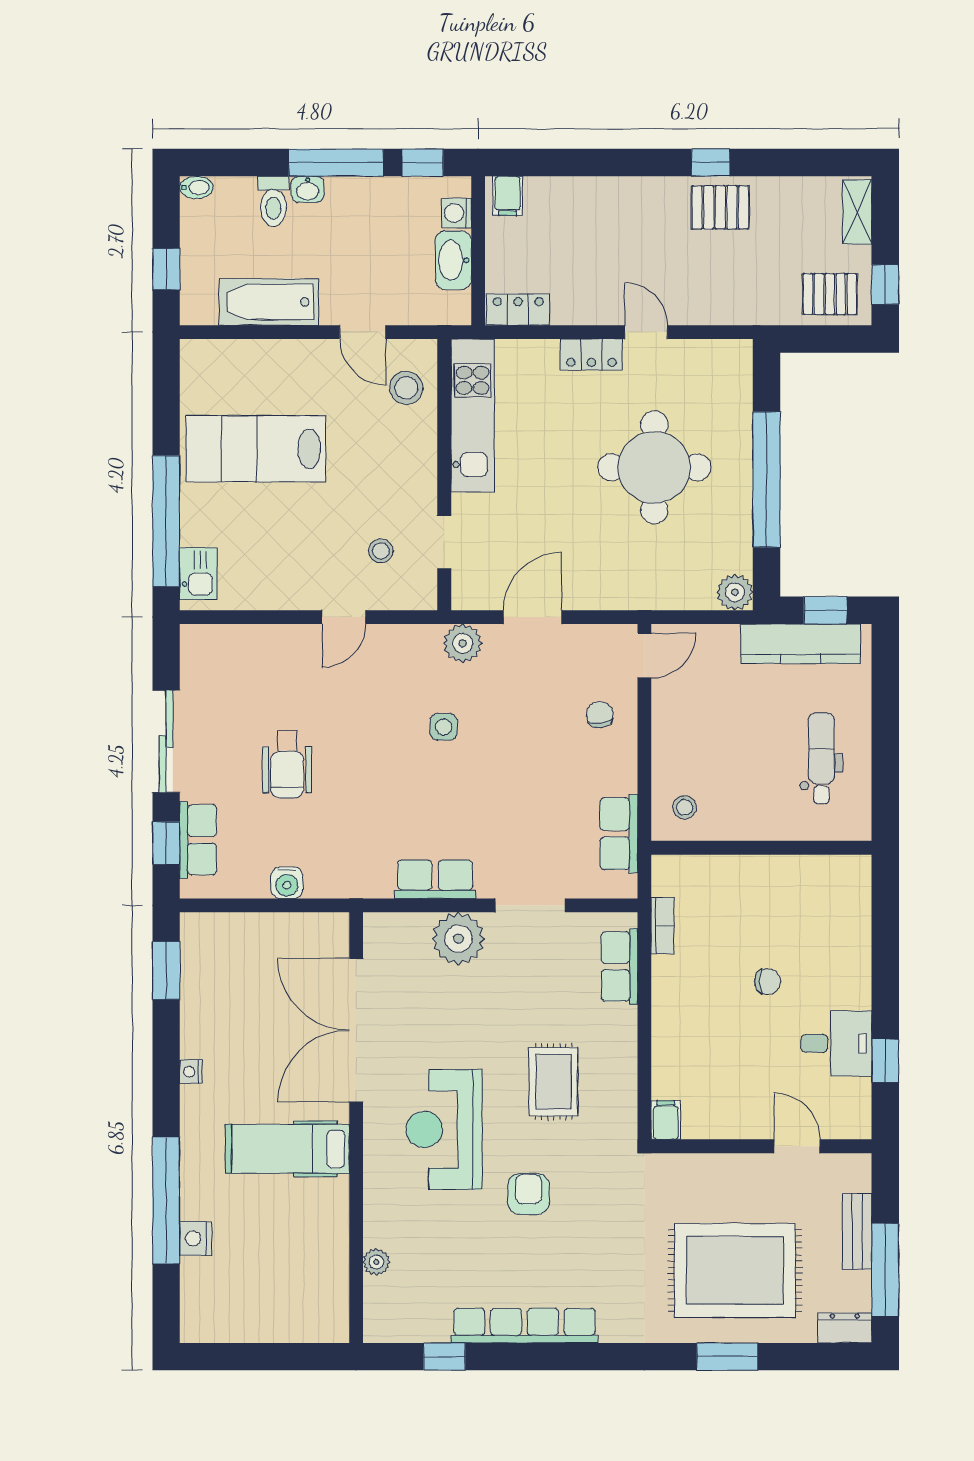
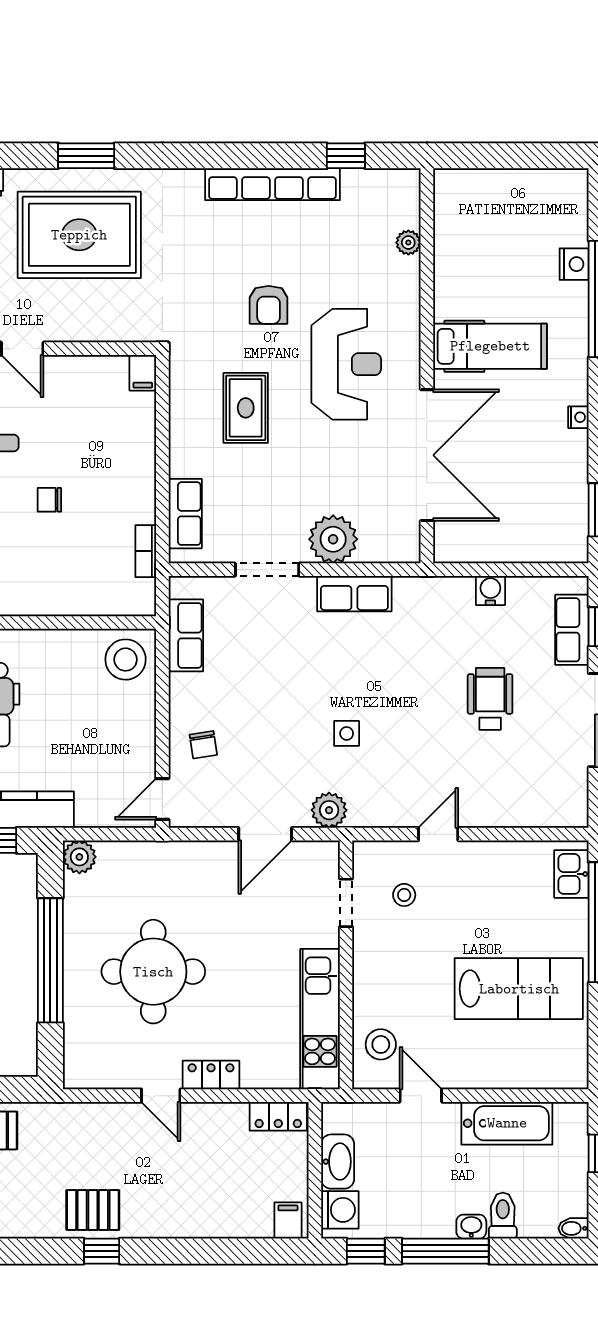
washing machine: (457, 213) -> (340, 1210), width x1.38, depth x1.38
stool: (685, 807) -> (126, 660), width x1.89, depth x1.89

